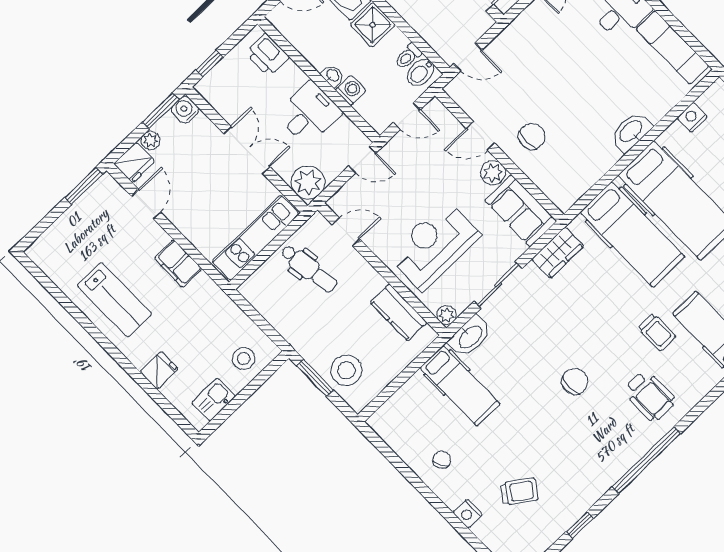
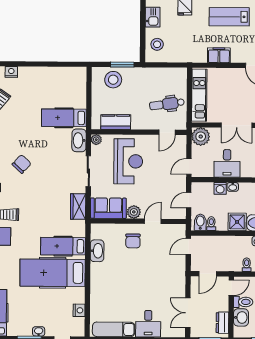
washbasin: (631, 132) -> (97, 251), moved
hospital bed: (632, 234) -> (63, 246), width x0.73, depth x0.78
chair: (575, 381) -> (22, 164), turned -137
chair: (442, 460) -> (42, 82), removed

